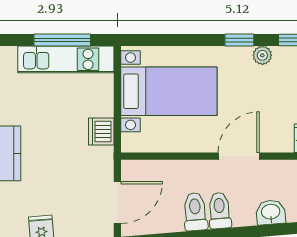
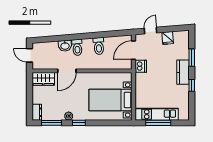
dishwasher: (101, 132) -> (141, 66), moved
door: (239, 156) -> (67, 71), moved
toilet: (220, 211) -> (77, 47), moved

